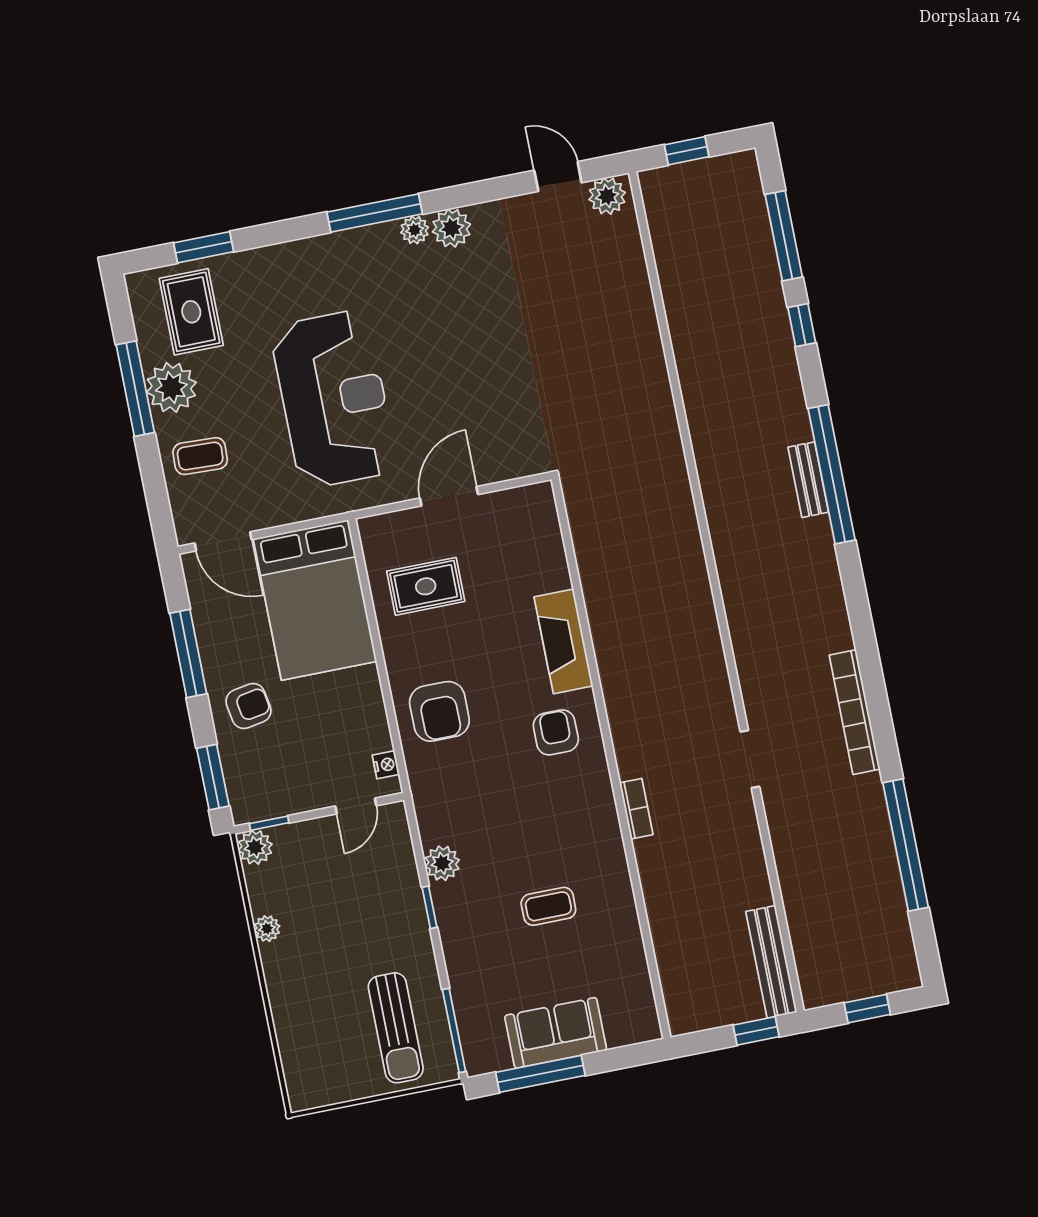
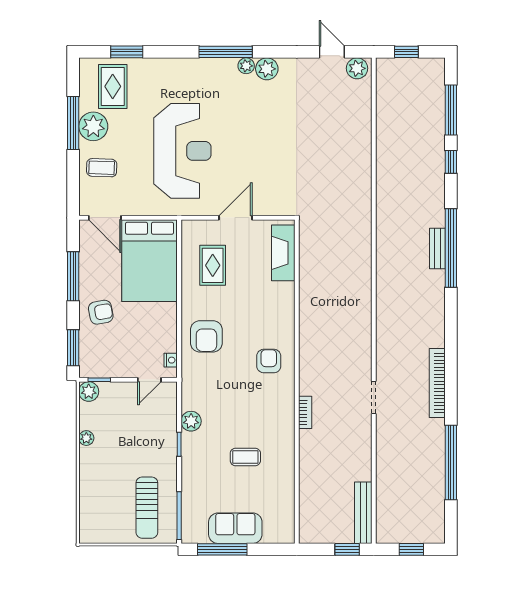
rug: (426, 586) -> (213, 265), turned 90
fireplace: (564, 641) -> (283, 253), moved

